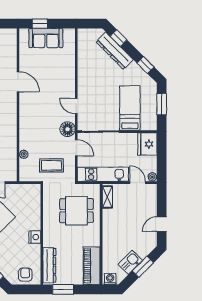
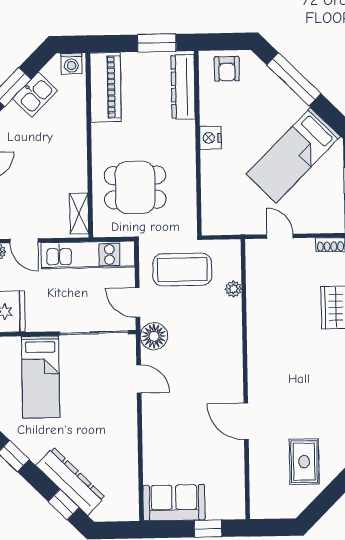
sofa: (46, 38) -> (174, 503), moved
coffee table: (51, 165) -> (182, 270), width x1.36, depth x1.32

